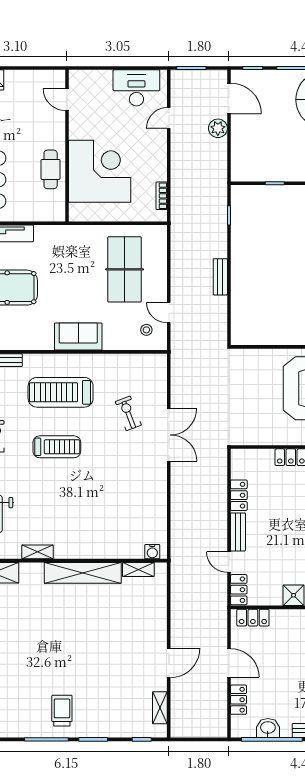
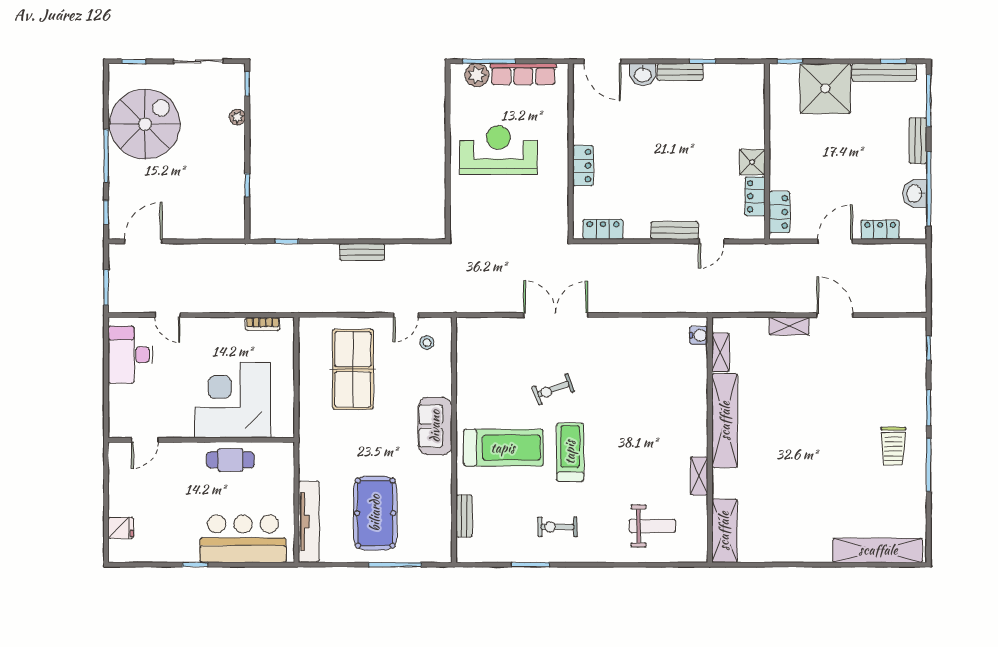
plant: (218, 128) -> (180, 255), removed
table tennis table: (125, 269) -> (353, 369), turned 90
treadmill: (61, 392) -> (503, 448), turned -90
exercise bike: (128, 413) -> (553, 389), moved
locker: (239, 495) -> (603, 229), moved
locker: (239, 590) -> (755, 196), moved, turned -90
shelving: (160, 708) -> (789, 326), moved
trolley: (62, 711) -> (893, 446), turned -90

